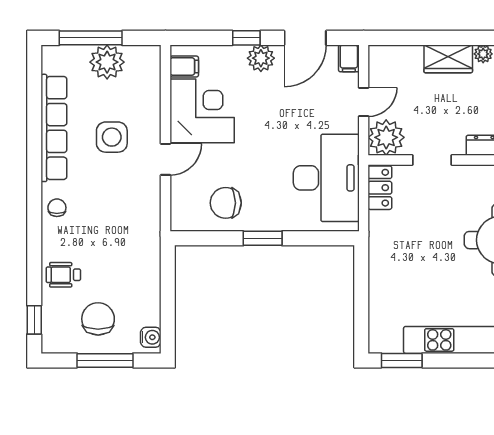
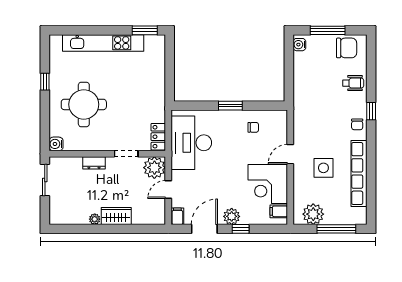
plant: (107, 62) -> (313, 214), moved
chair: (226, 203) -> (253, 127), width x0.54, depth x0.54
chair: (98, 319) -> (347, 48), moved, turned -90
window: (34, 320) -> (371, 111), moved

